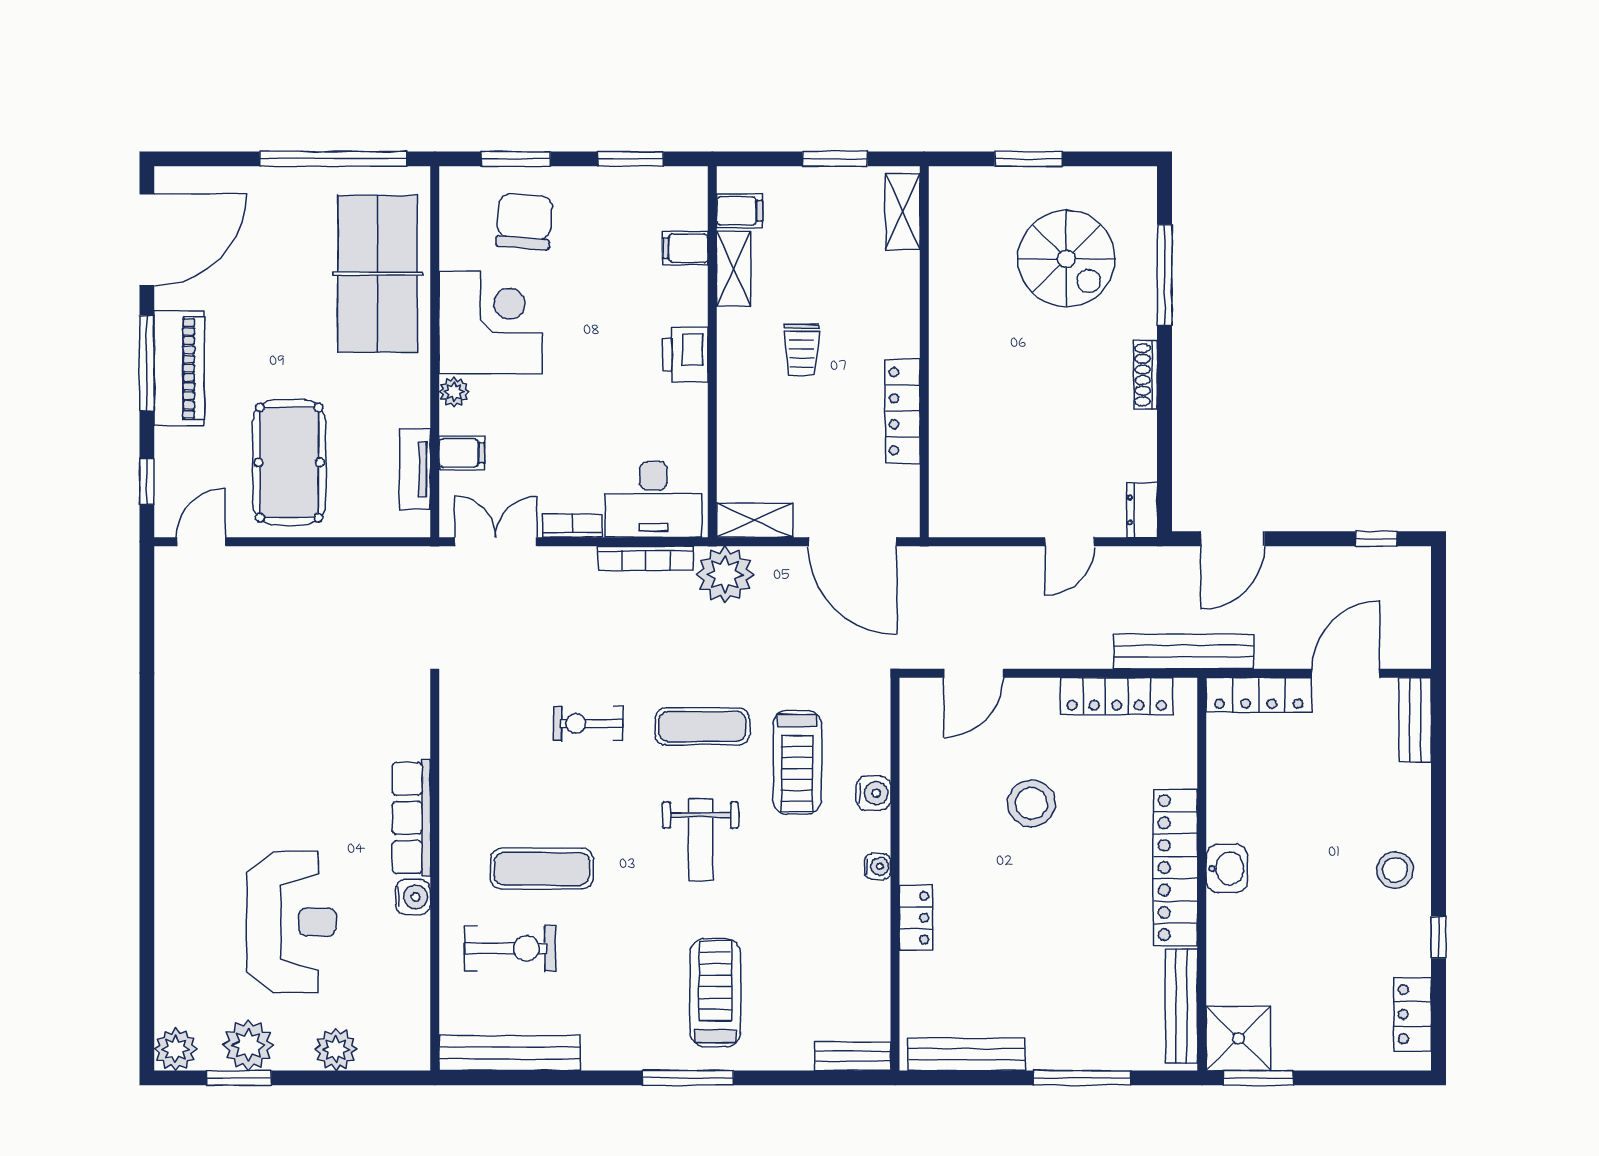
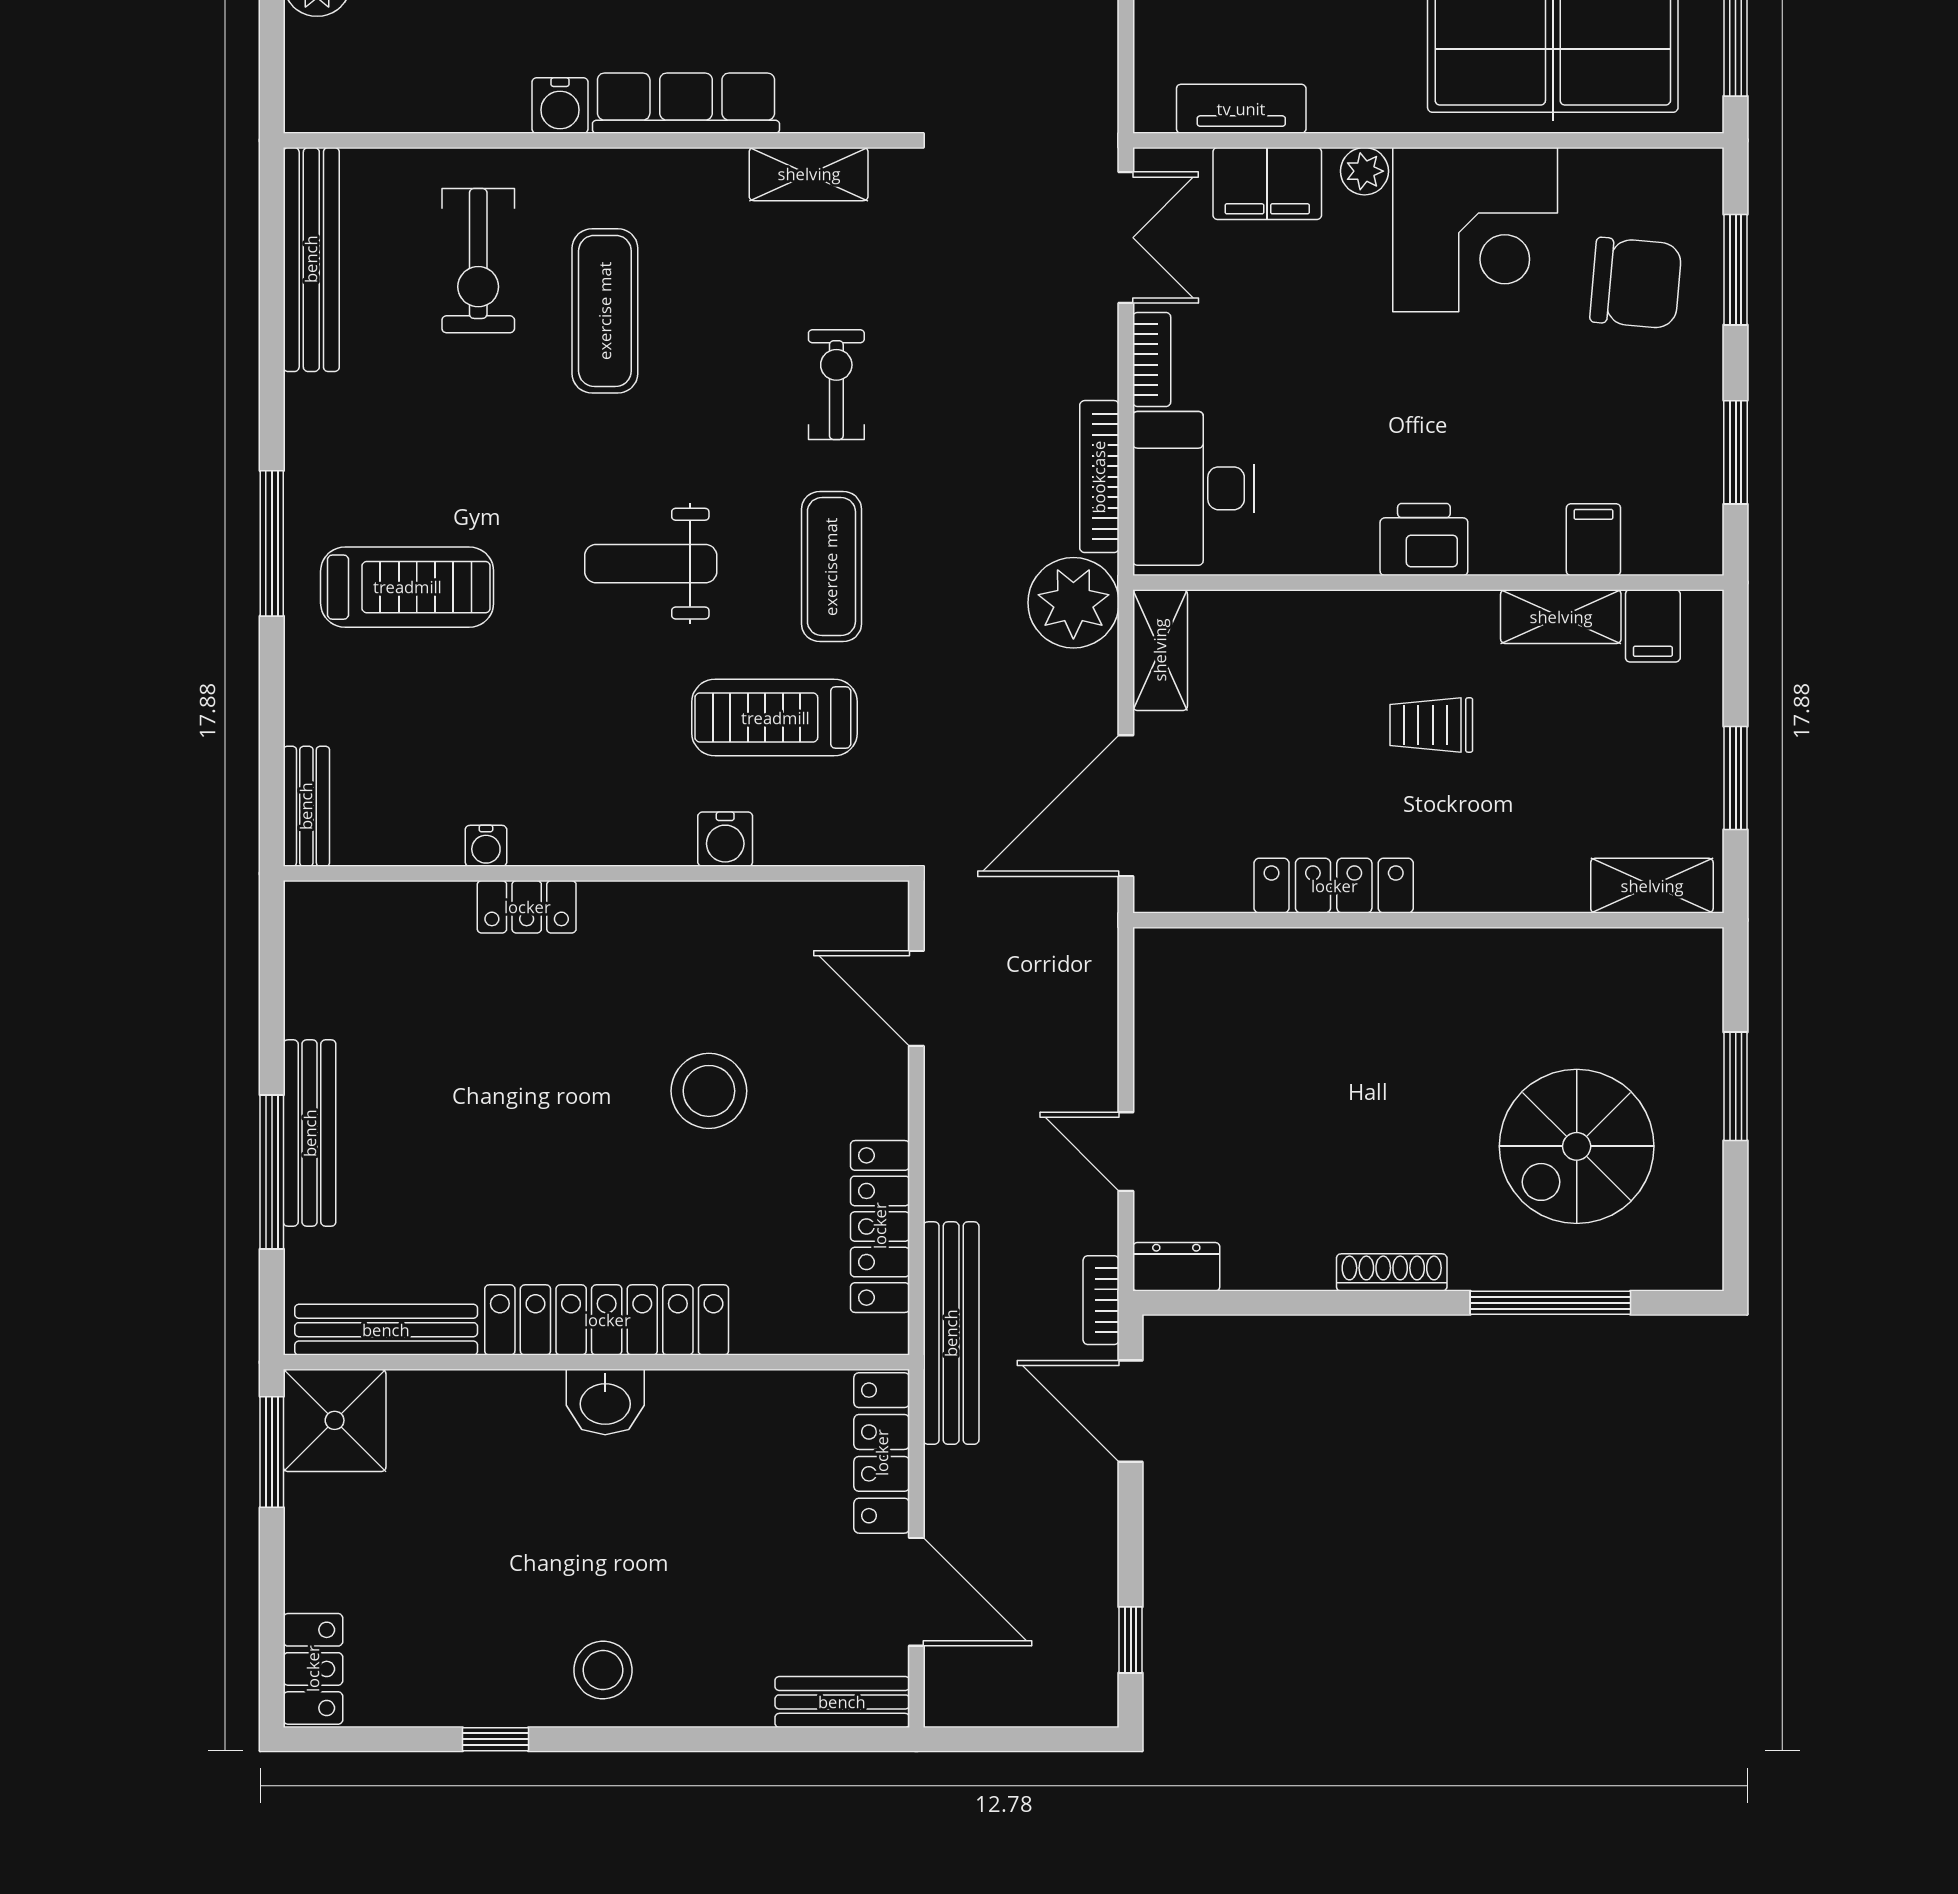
filing cabinet: (462, 453) -> (1267, 183), width x2.00
bookcase: (1163, 557) -> (1101, 1300), added
shelving: (456, 741) -> (809, 174), added
water cooler: (878, 866) -> (486, 846), moved
locker: (1413, 1014) -> (313, 1669), moved, turned 90
bench: (967, 1054) -> (310, 1133), moved

